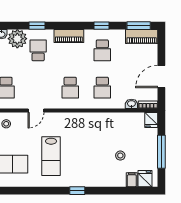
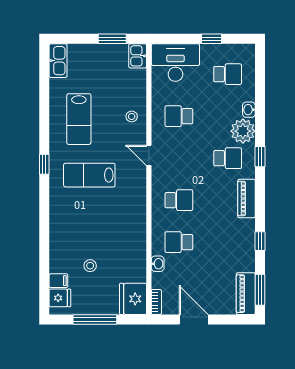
school desk: (102, 50) -> (228, 242), removed
school desk: (70, 88) -> (179, 200), turned 180
washbasin: (131, 104) -> (158, 264), moved
fridge: (151, 120) -> (133, 299), width x1.88, depth x1.34
window: (77, 191) -> (44, 164), moved

